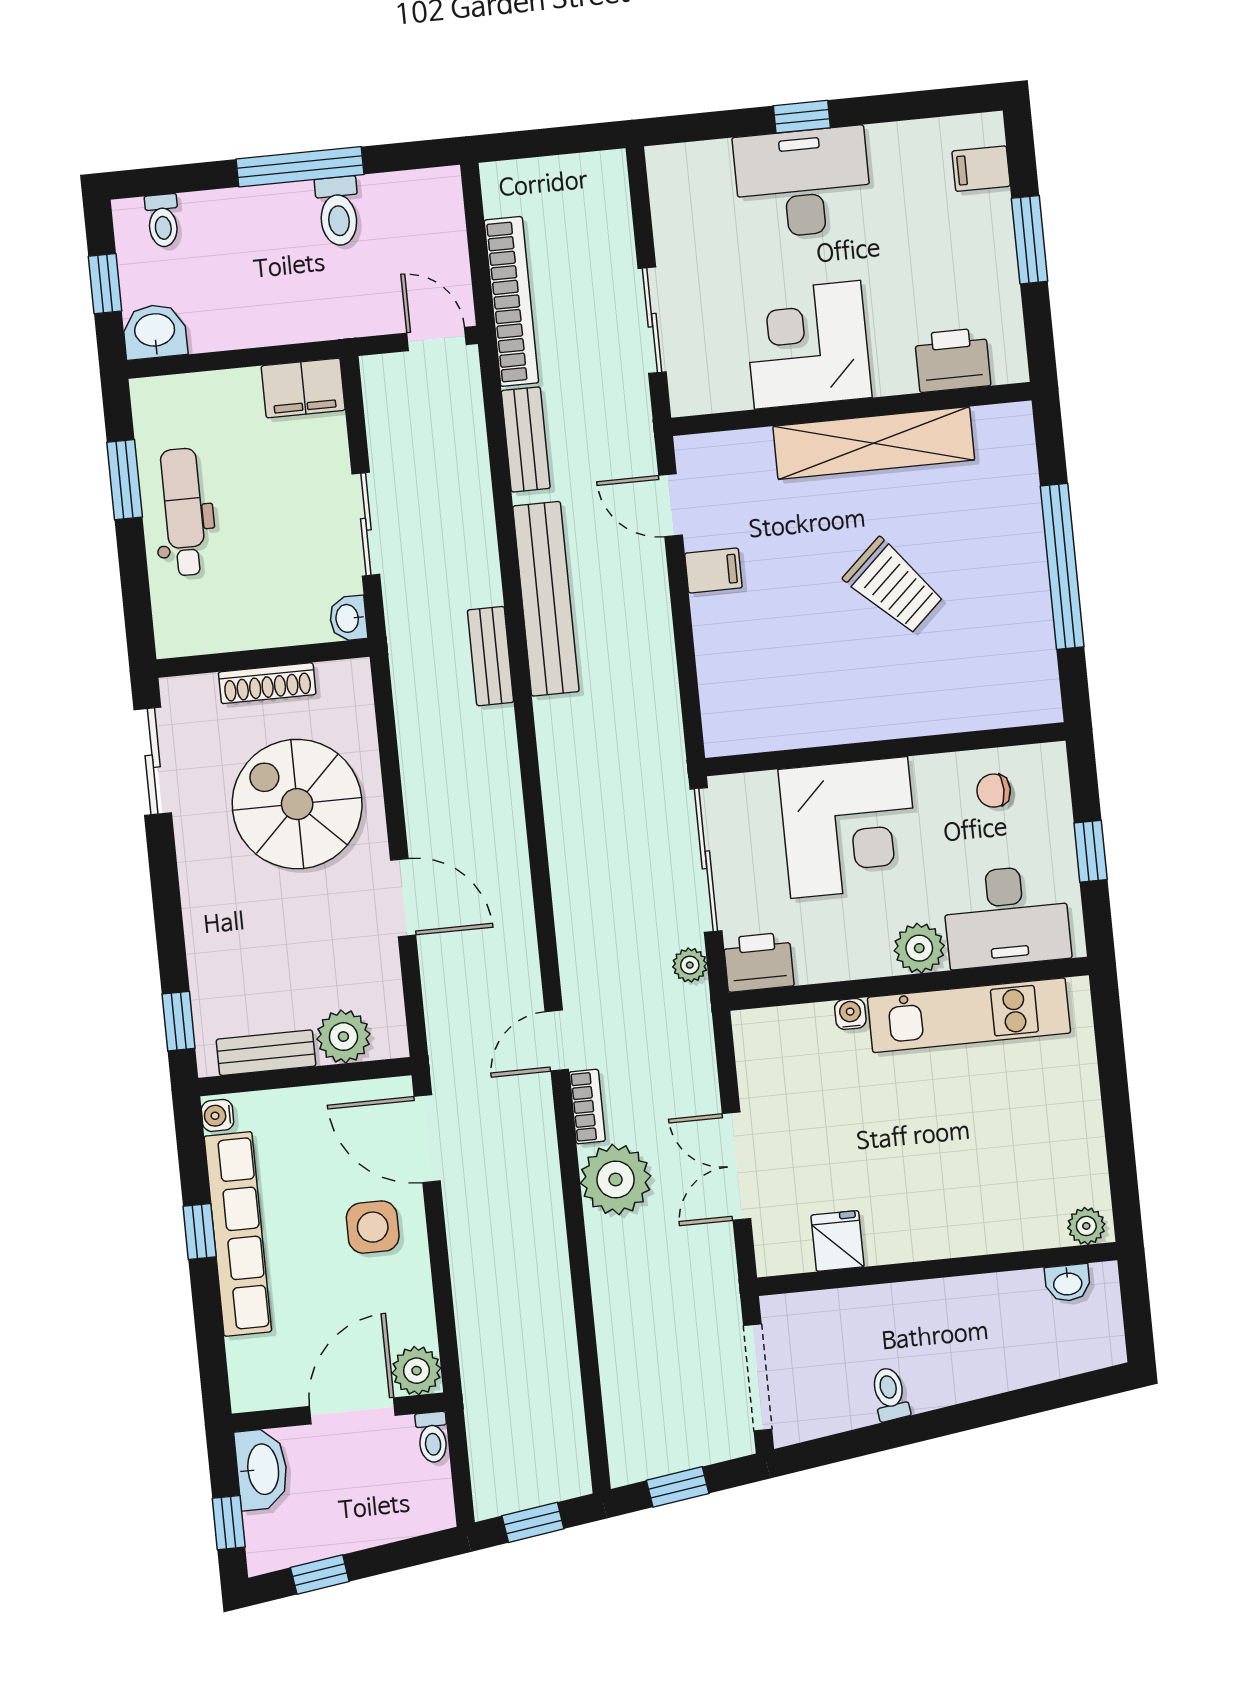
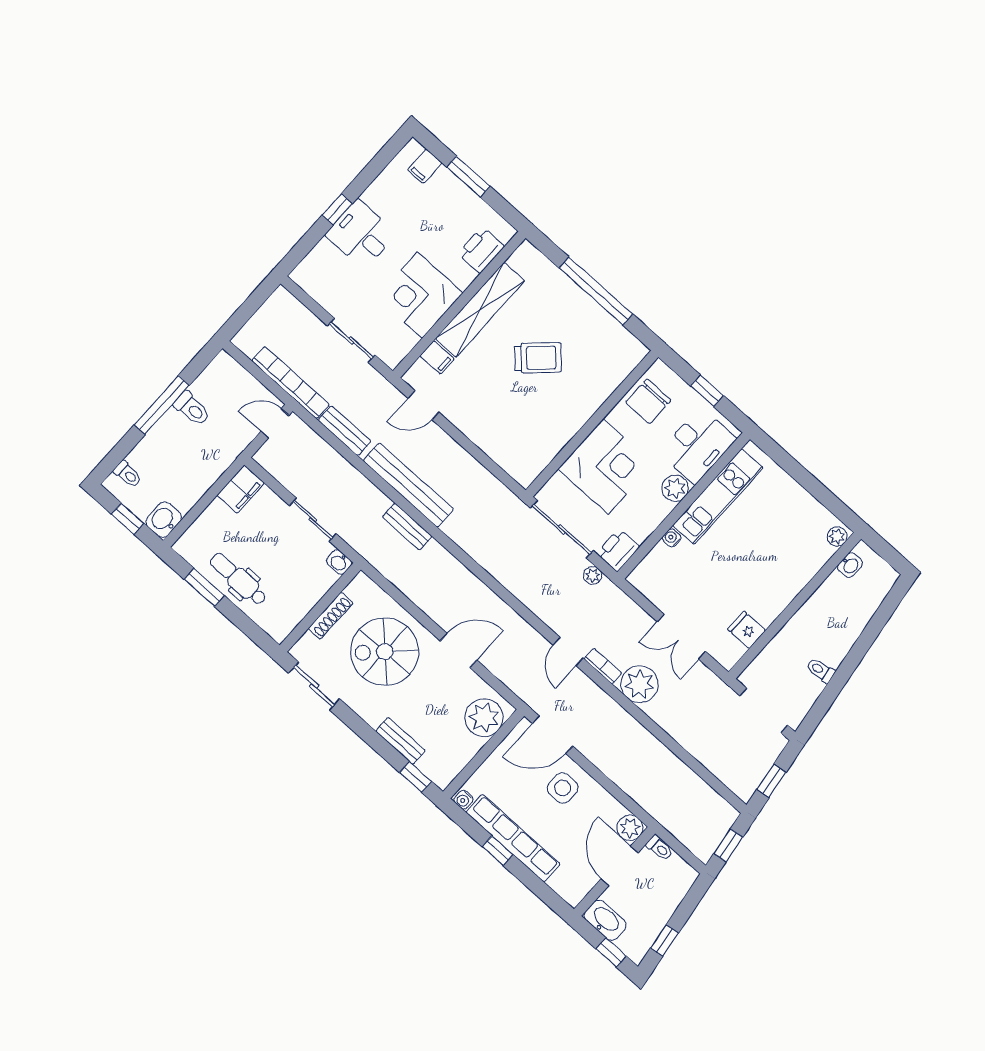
desk: (803, 183) -> (361, 234), width x0.73
filing cabinet: (713, 571) -> (437, 357), moved, turned 90
chair: (994, 791) -> (648, 401), width x1.87, depth x1.87
plant: (343, 1037) -> (484, 718), width x1.36, depth x1.36
bench: (266, 1053) -> (401, 741), moved, turned 90

